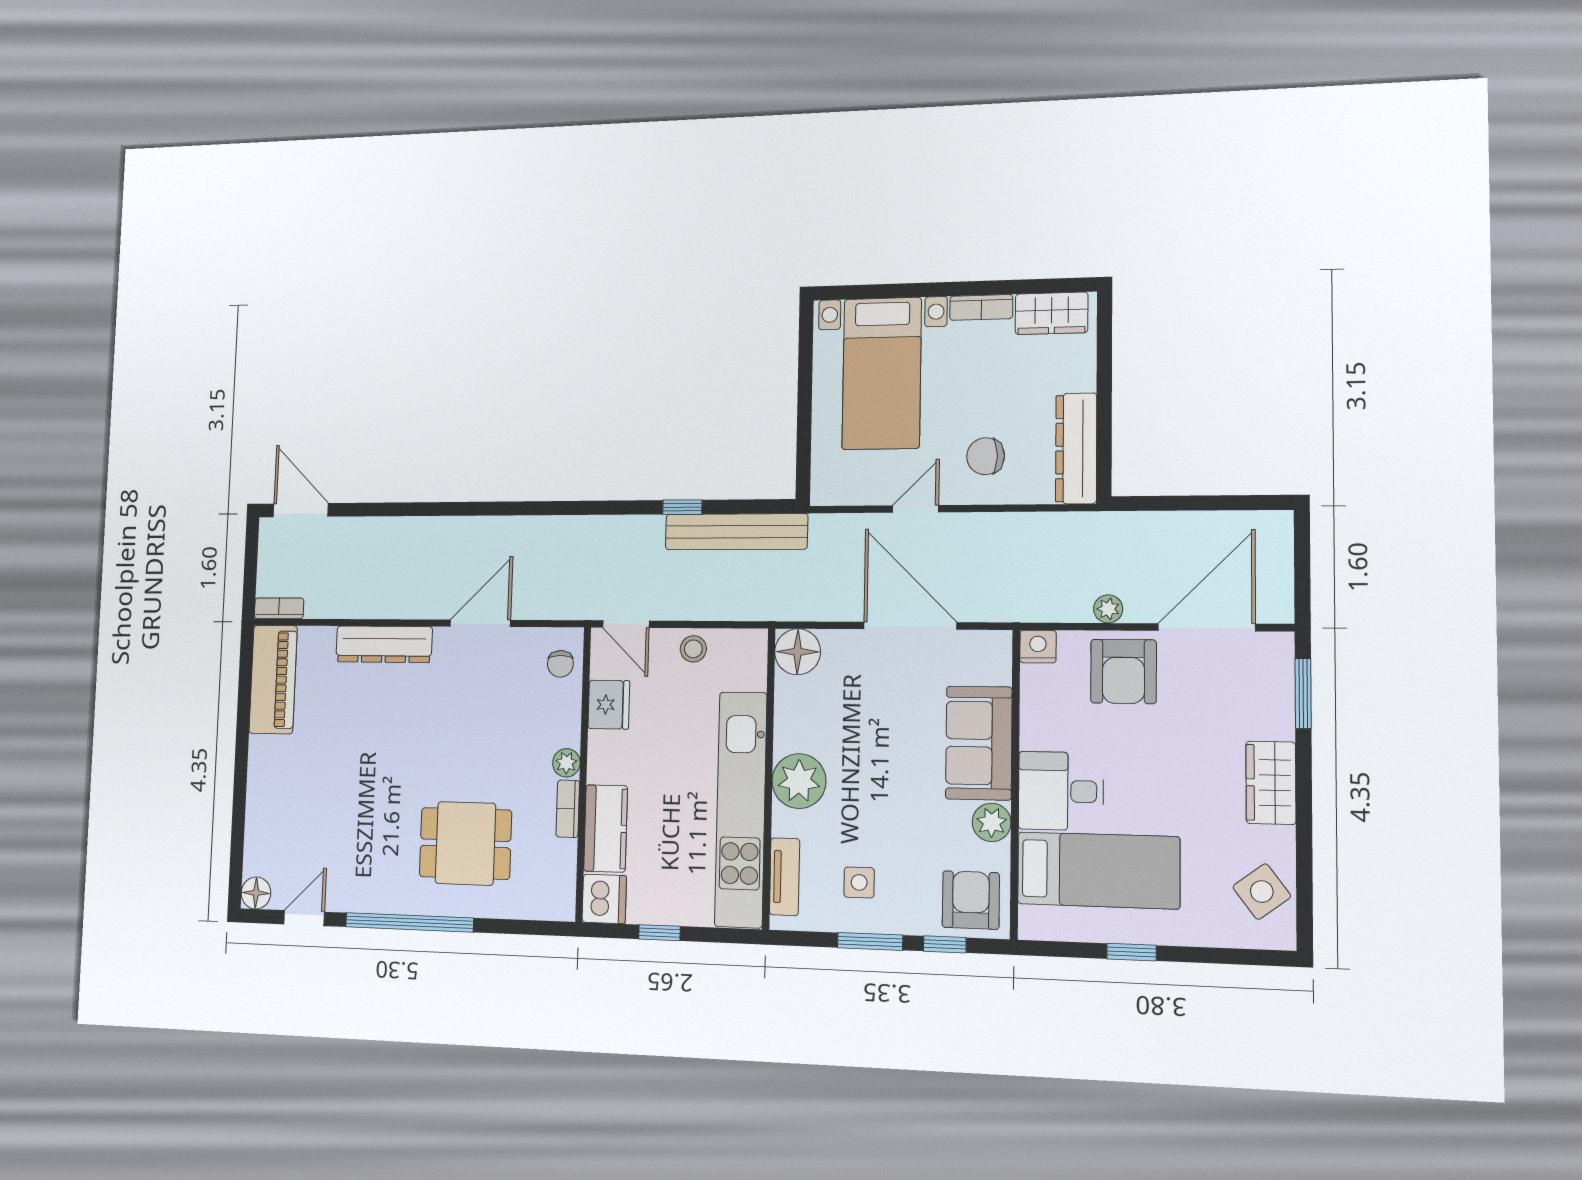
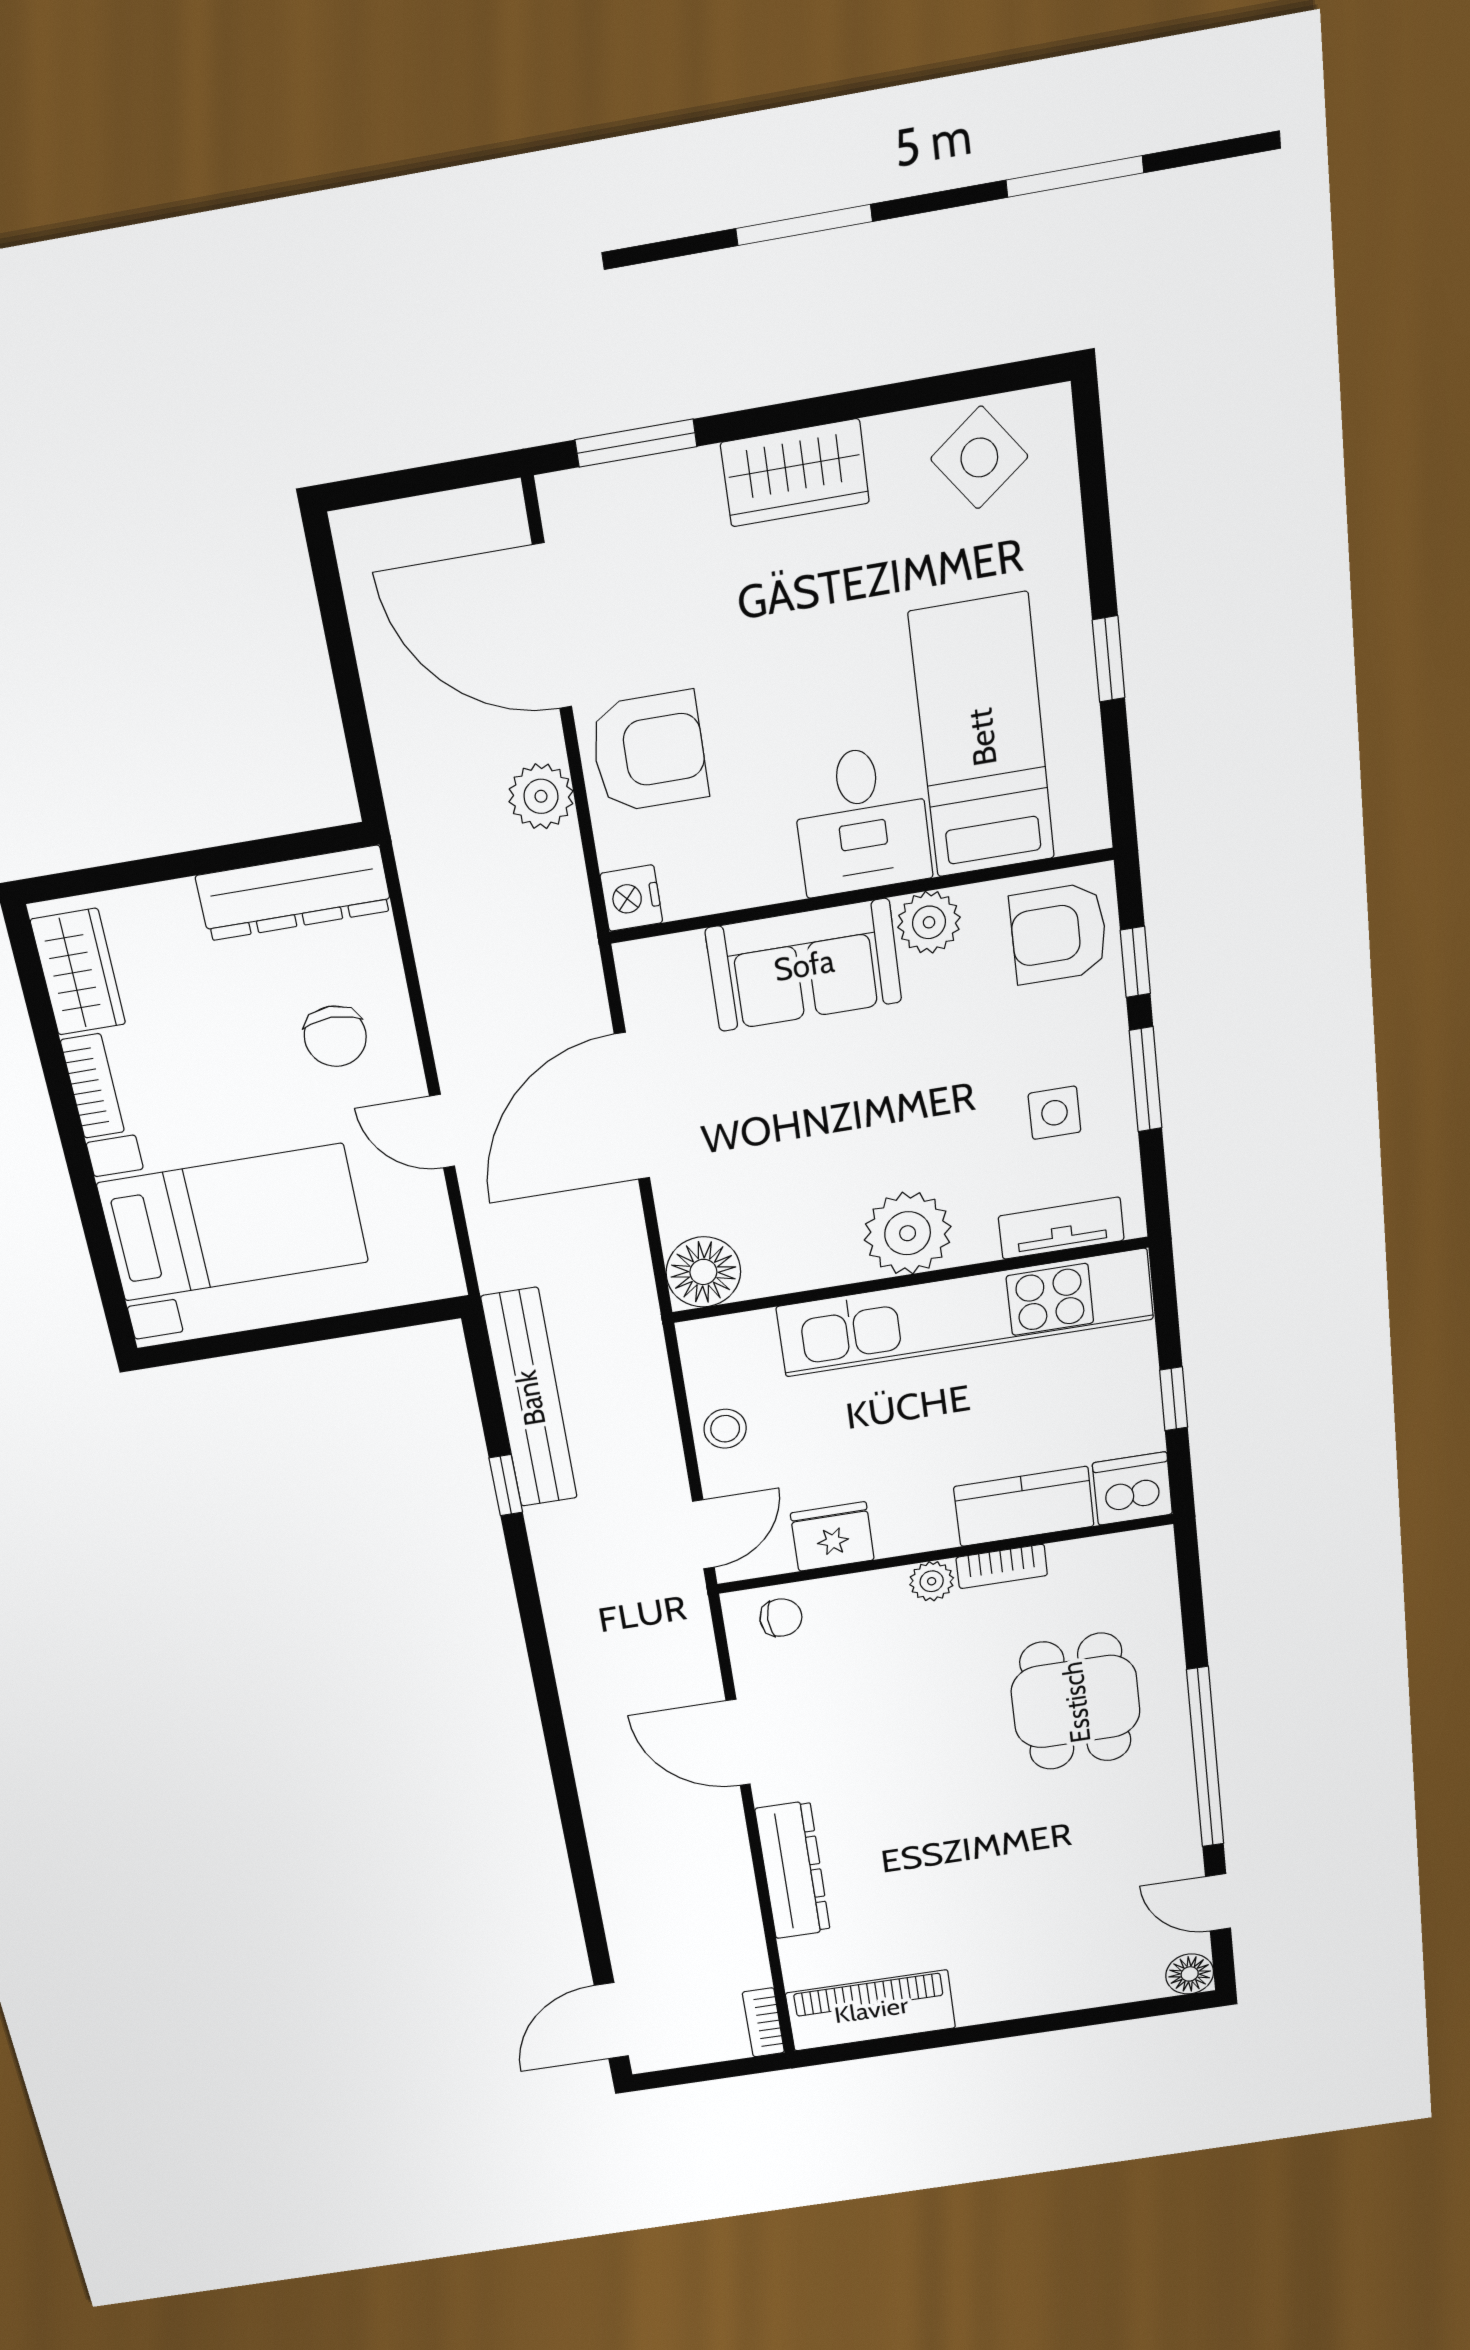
plant: (1108, 609) -> (541, 796), width x1.38, depth x1.38

